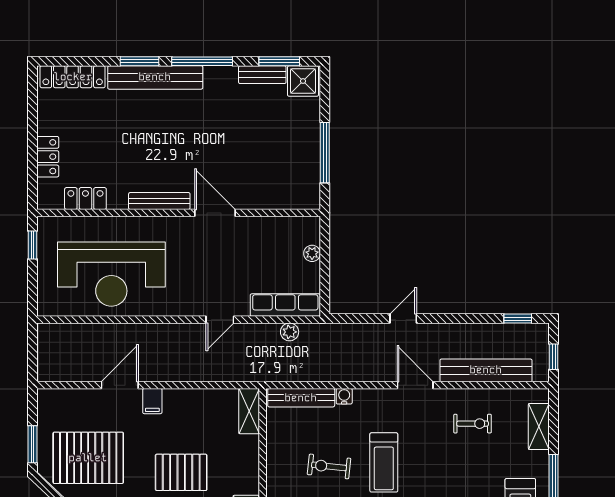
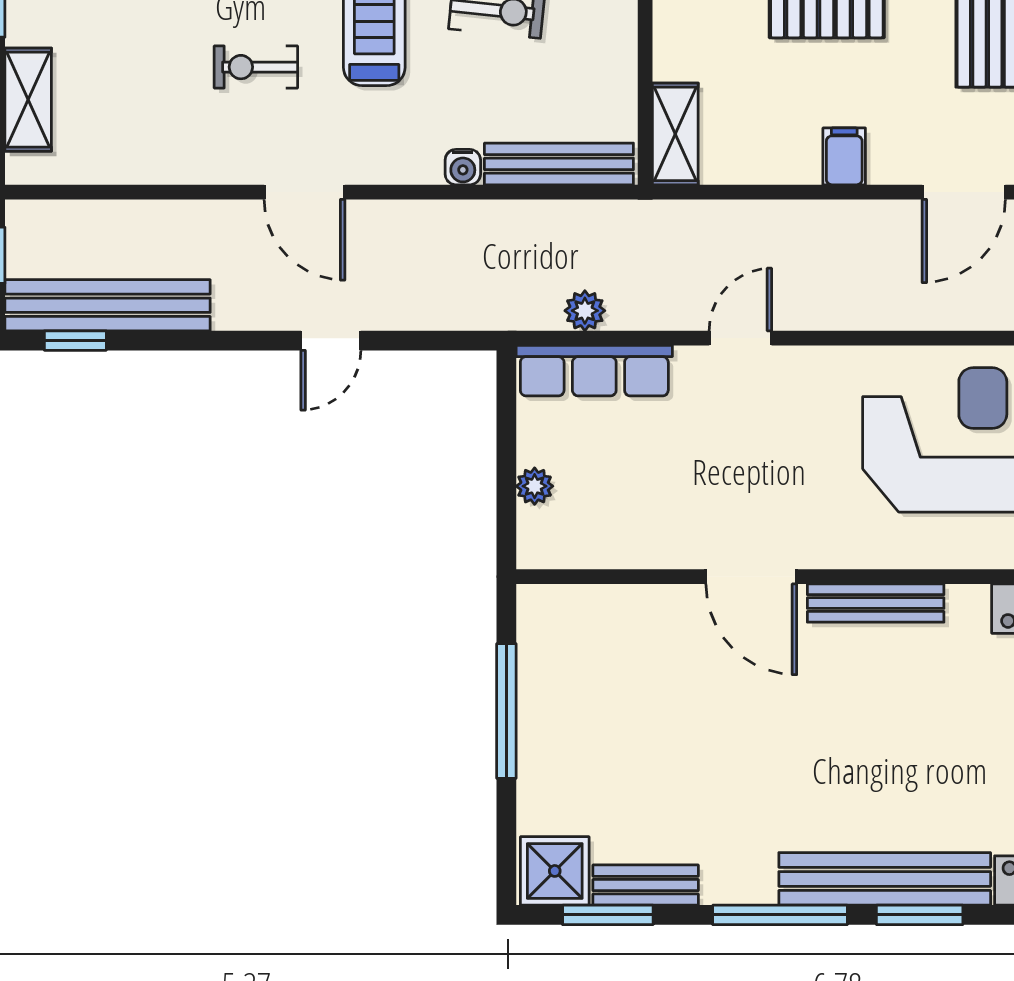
bench: (486, 370) -> (108, 305), moved
filing cabinet: (152, 401) -> (844, 156), moved
exercise bike: (473, 424) -> (256, 67), moved

